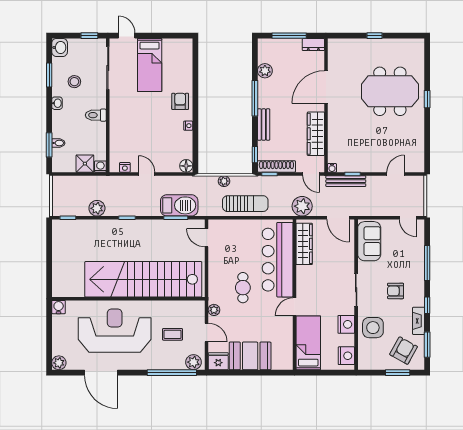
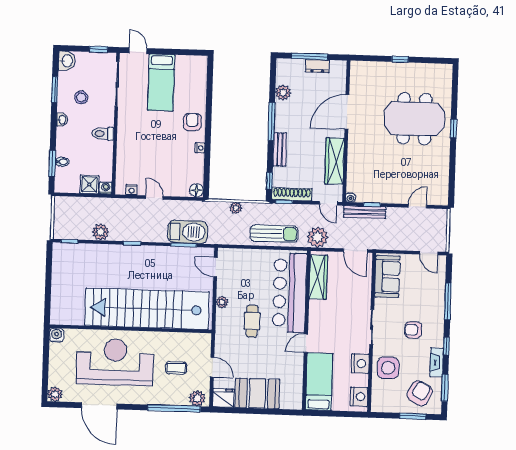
dresser: (313, 45) -> (317, 66), moved
sun lounger: (245, 204) -> (274, 234), moved
plant: (214, 310) -> (222, 302), moved

